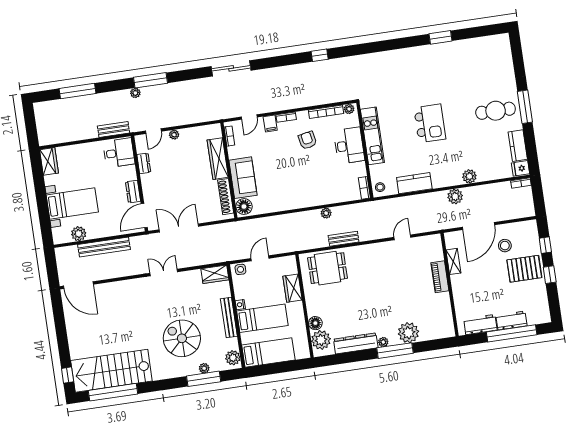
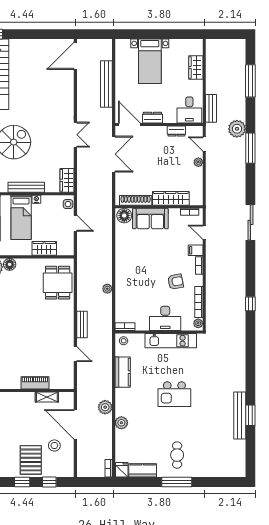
bench: (443, 49) -> (240, 416), added
plant: (135, 93) -> (237, 129), width x1.88, depth x1.88
cafe table: (496, 111) -> (177, 455), width x0.73, depth x0.74
wardrobe: (49, 161) -> (196, 67), moved, turned 90
plant: (79, 234) -> (122, 63), removed
bench: (344, 239) -> (82, 325), moved

